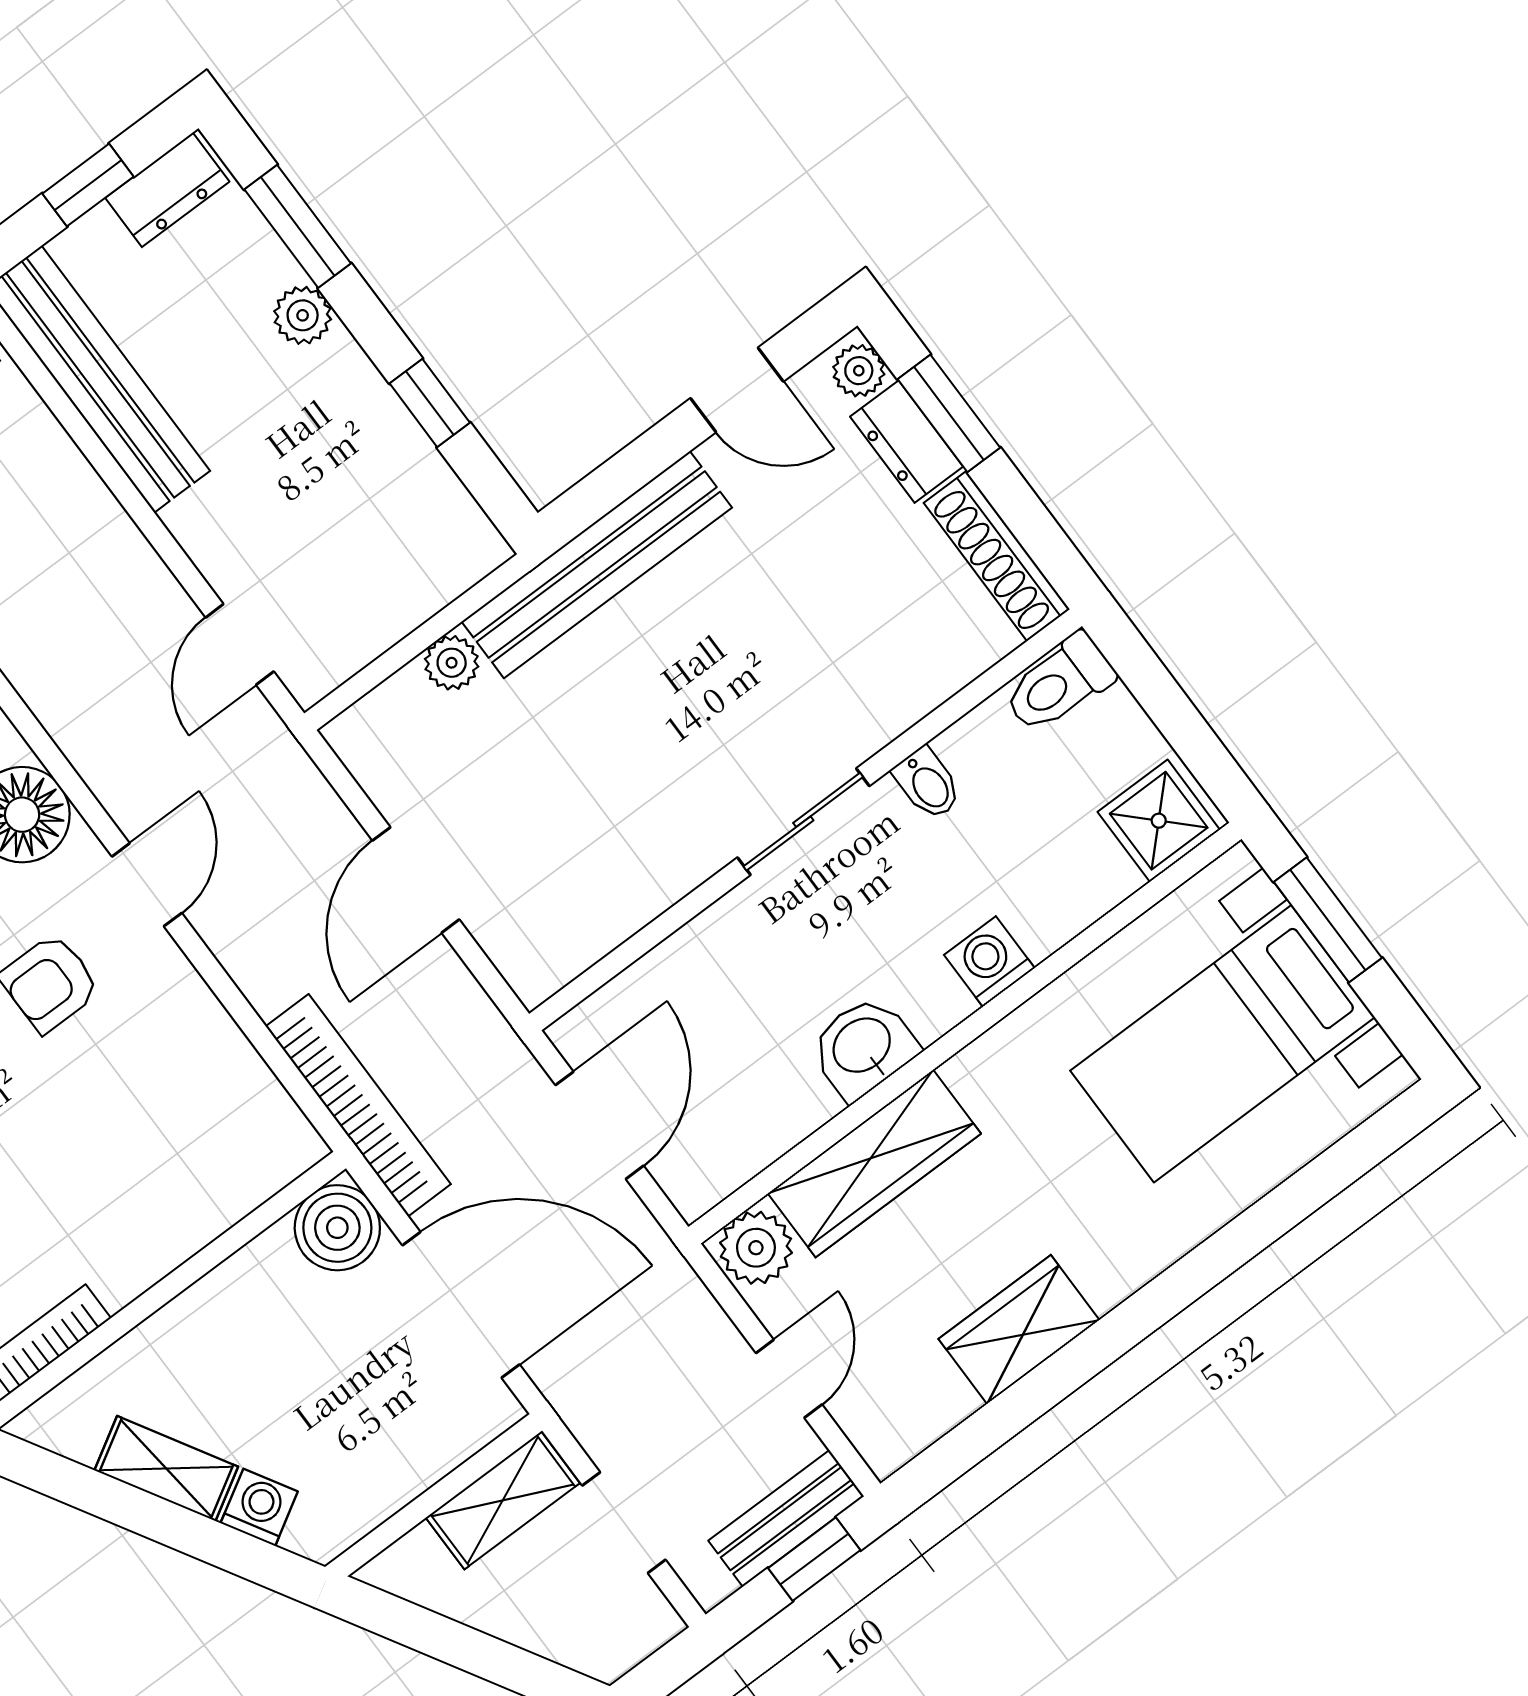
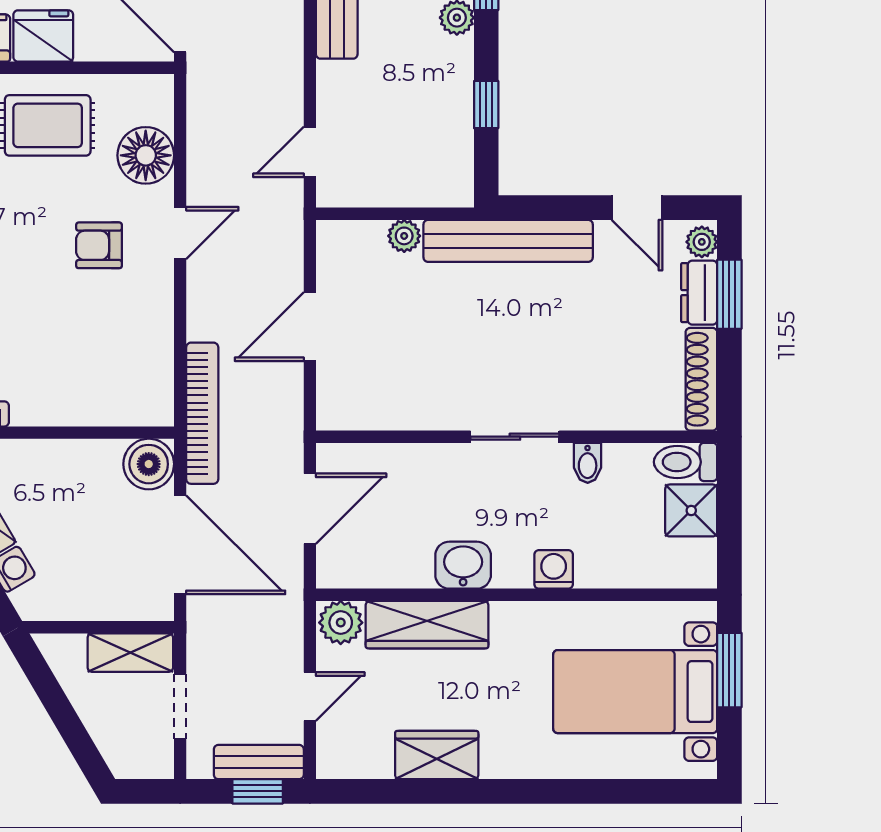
shower: (1159, 821) -> (691, 510), moved

